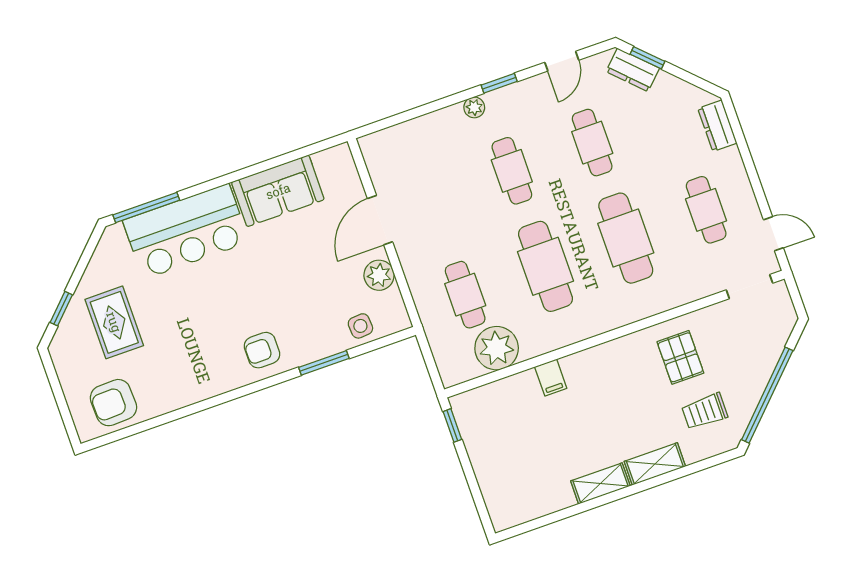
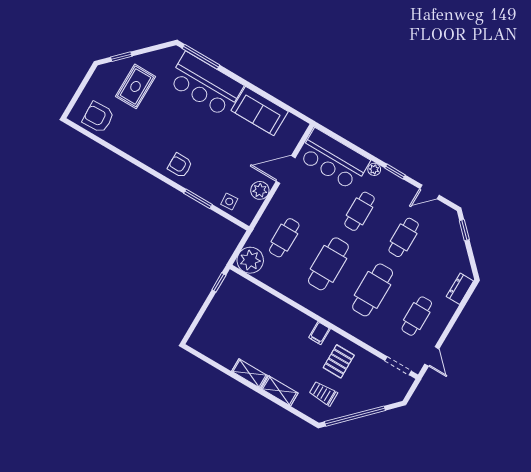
dresser: (633, 70) -> (453, 228), removed
bar counter: (418, 148) -> (334, 159), added
plant: (497, 348) -> (250, 260), moved
filing cabinet: (551, 378) -> (319, 333), moved

